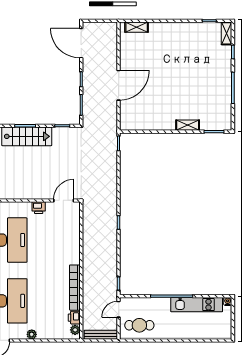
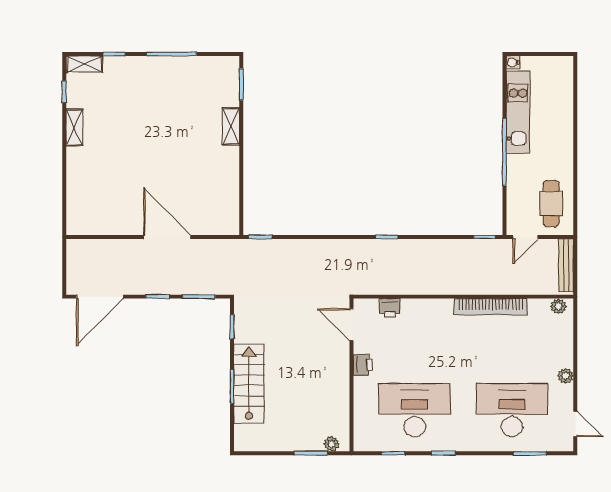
shelving: (137, 27) -> (74, 127), moved
door: (119, 309) -> (525, 237), hinge flipped
printer: (74, 318) -> (390, 308), moved

